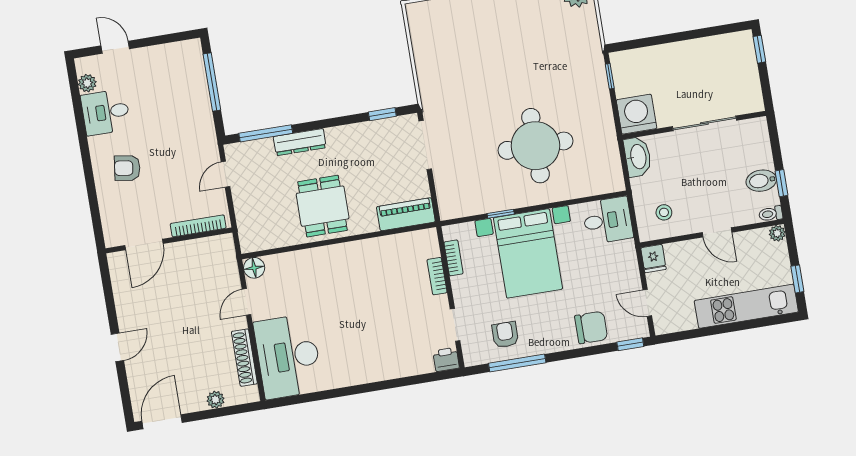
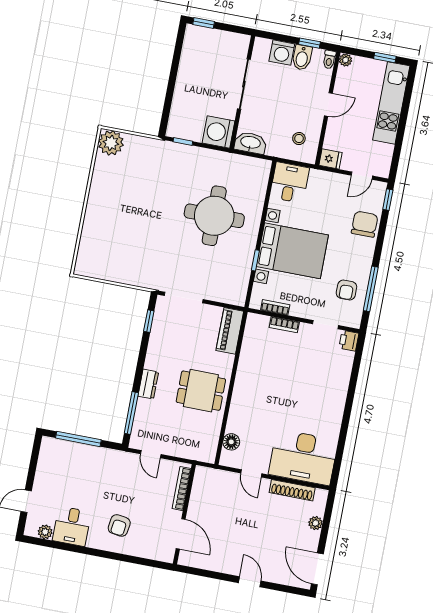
dresser: (300, 142) -> (148, 384), width x0.70
washing machine: (758, 155) -> (282, 53), added
floor lamp: (254, 268) -> (231, 442), moved
armchair: (505, 335) -> (346, 290), turned -90

